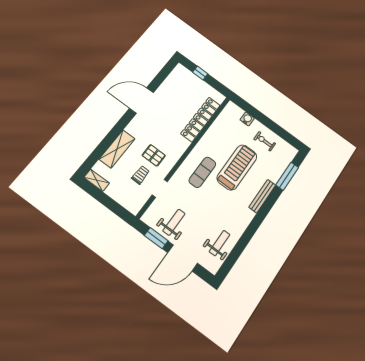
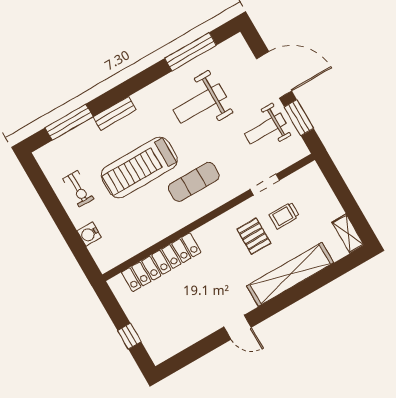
door: (141, 100) -> (238, 327), width x0.53
shelving: (117, 149) -> (290, 274), width x1.47
bench: (262, 196) -> (115, 113), width x0.73
weight bench: (220, 243) -> (200, 103), moved, width x1.36, depth x1.33
window: (239, 249) -> (191, 52), added

